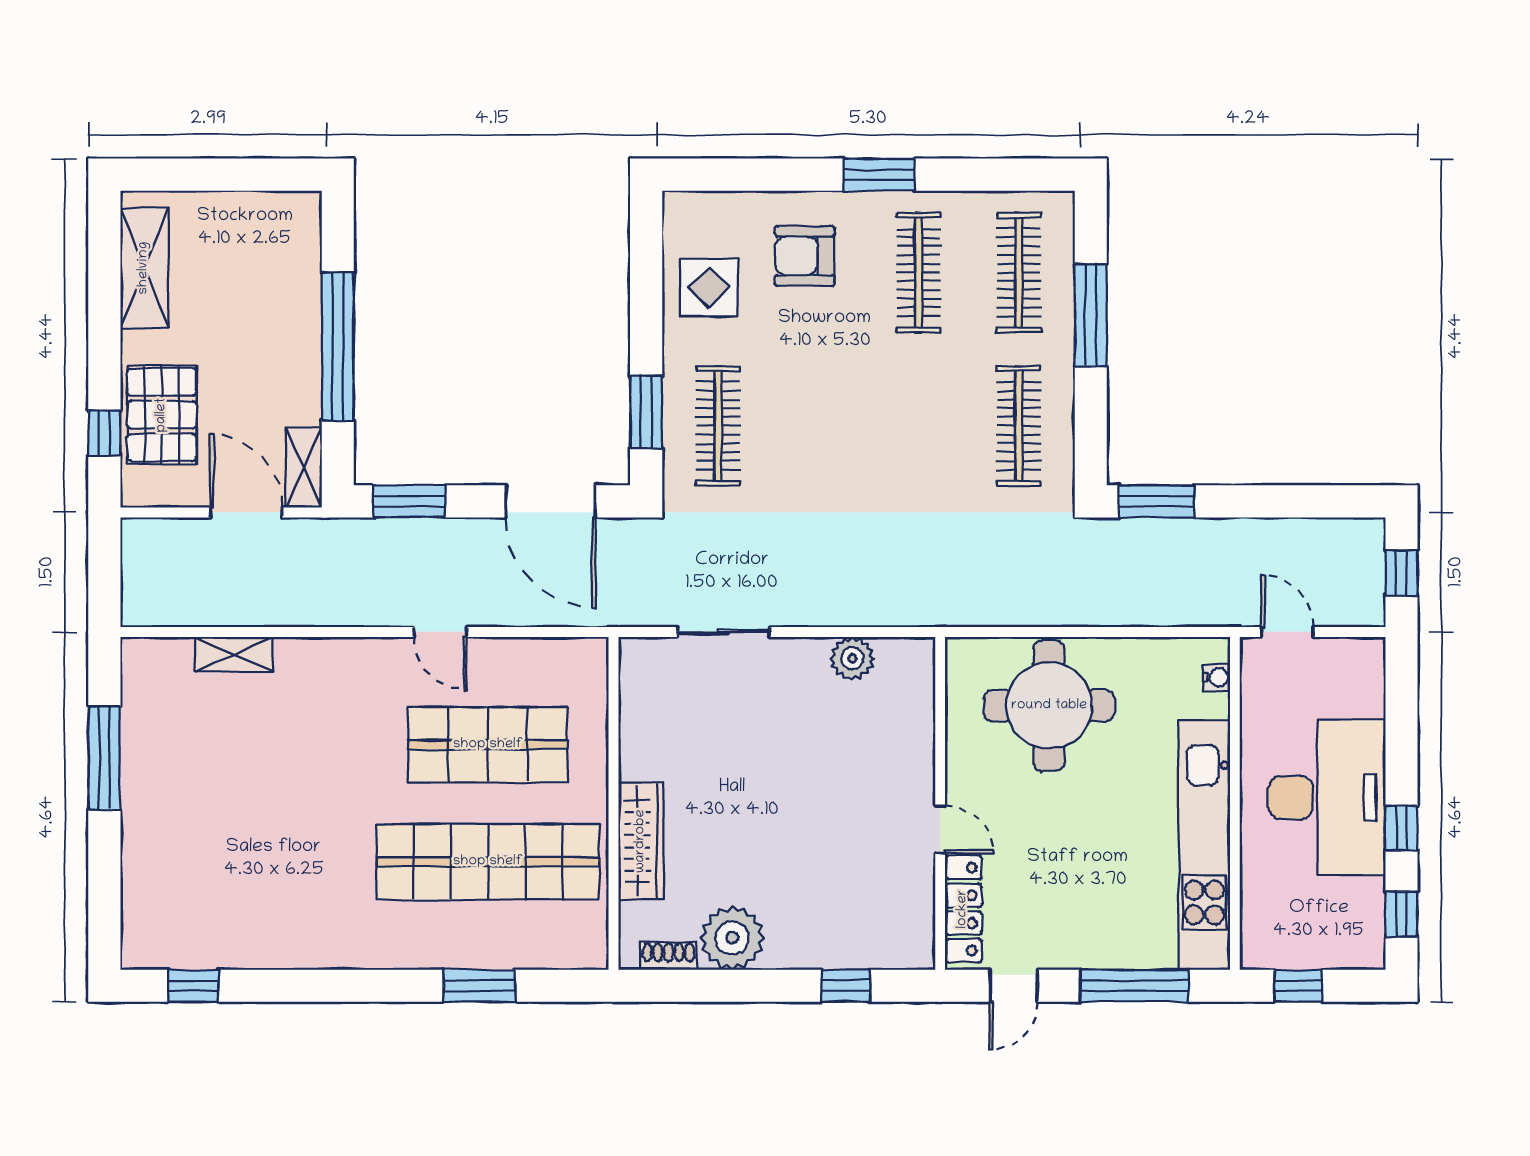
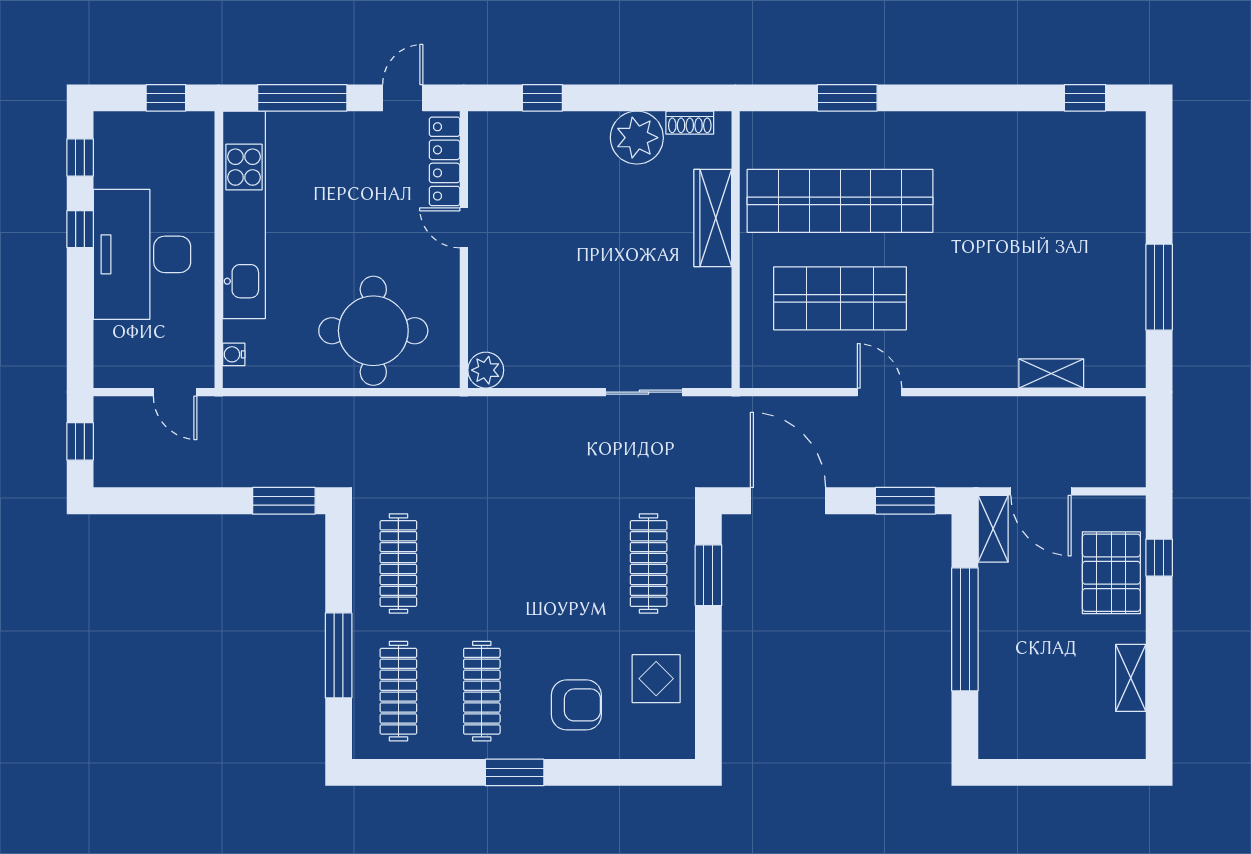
shelving: (144, 268) -> (1131, 678), width x0.67, depth x0.75
plant: (852, 658) -> (486, 370), moved

